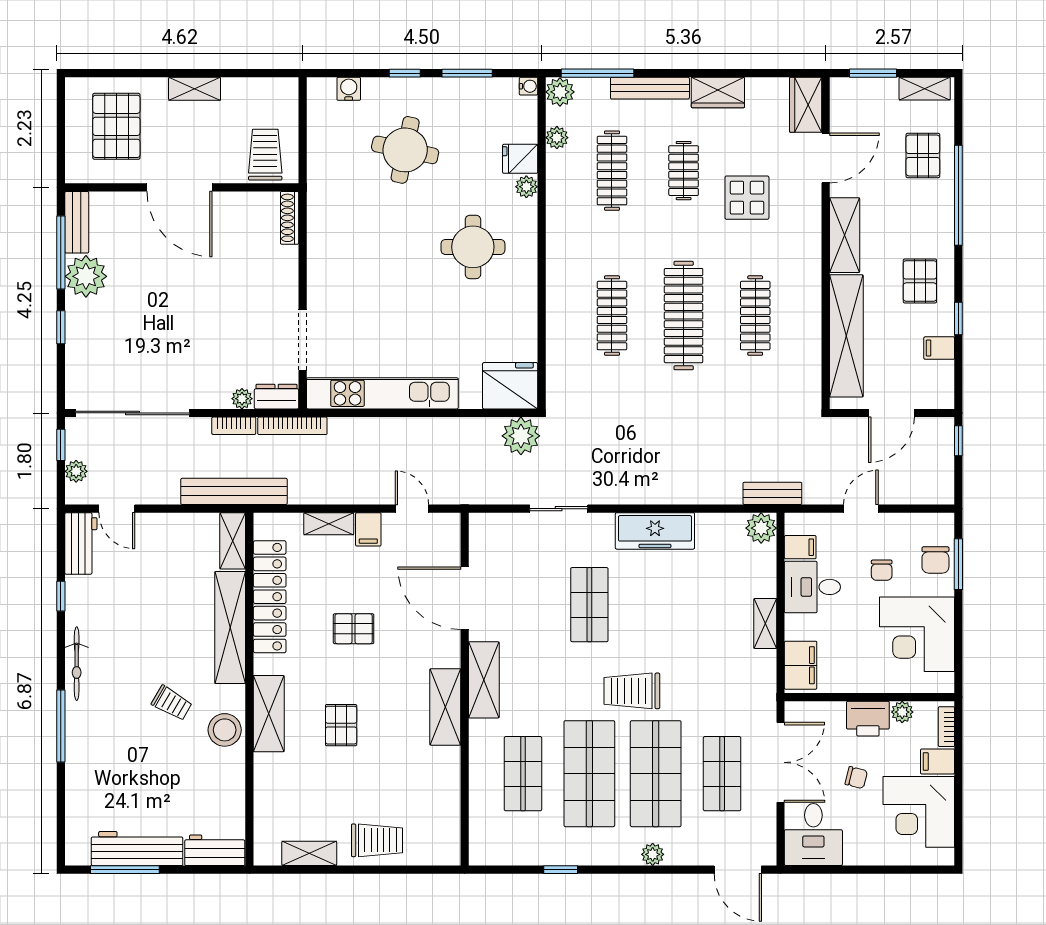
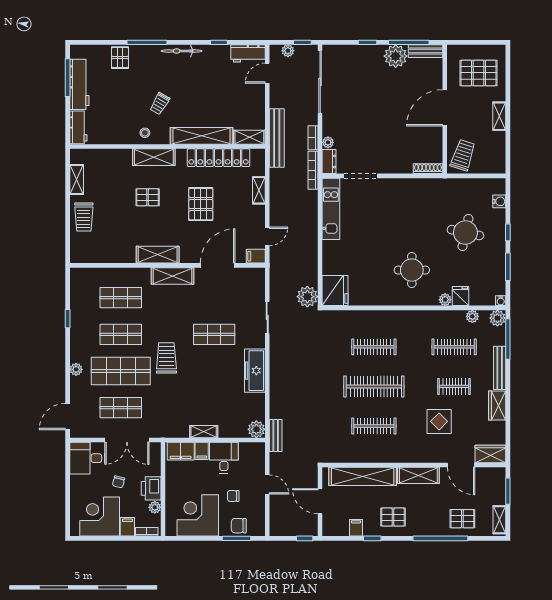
trolley: (265, 155) -> (463, 155), turned -72
kitchen unit: (382, 393) -> (331, 209), width x0.73
filing cabinet: (368, 529) -> (256, 256), moved
filing cabinet: (800, 547) -> (202, 451), moved
pallet: (354, 629) -> (201, 204), width x1.50, depth x1.42
stool: (225, 730) -> (145, 133), width x0.53, depth x0.53
shop shelf: (589, 774) -> (121, 334), width x0.70, depth x0.74
pallet: (89, 775) -> (120, 58), added

